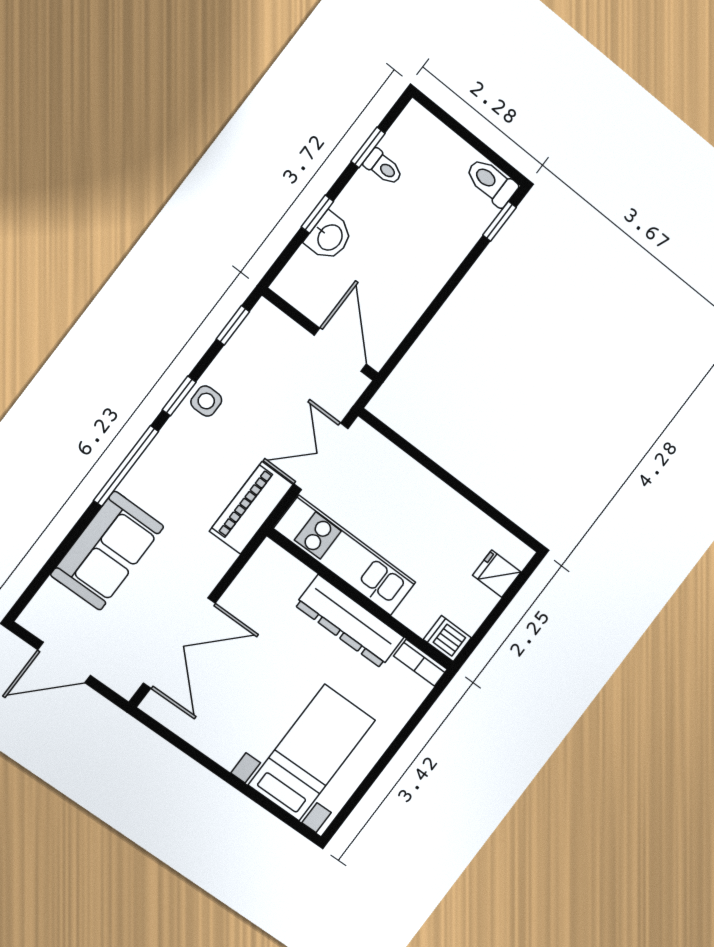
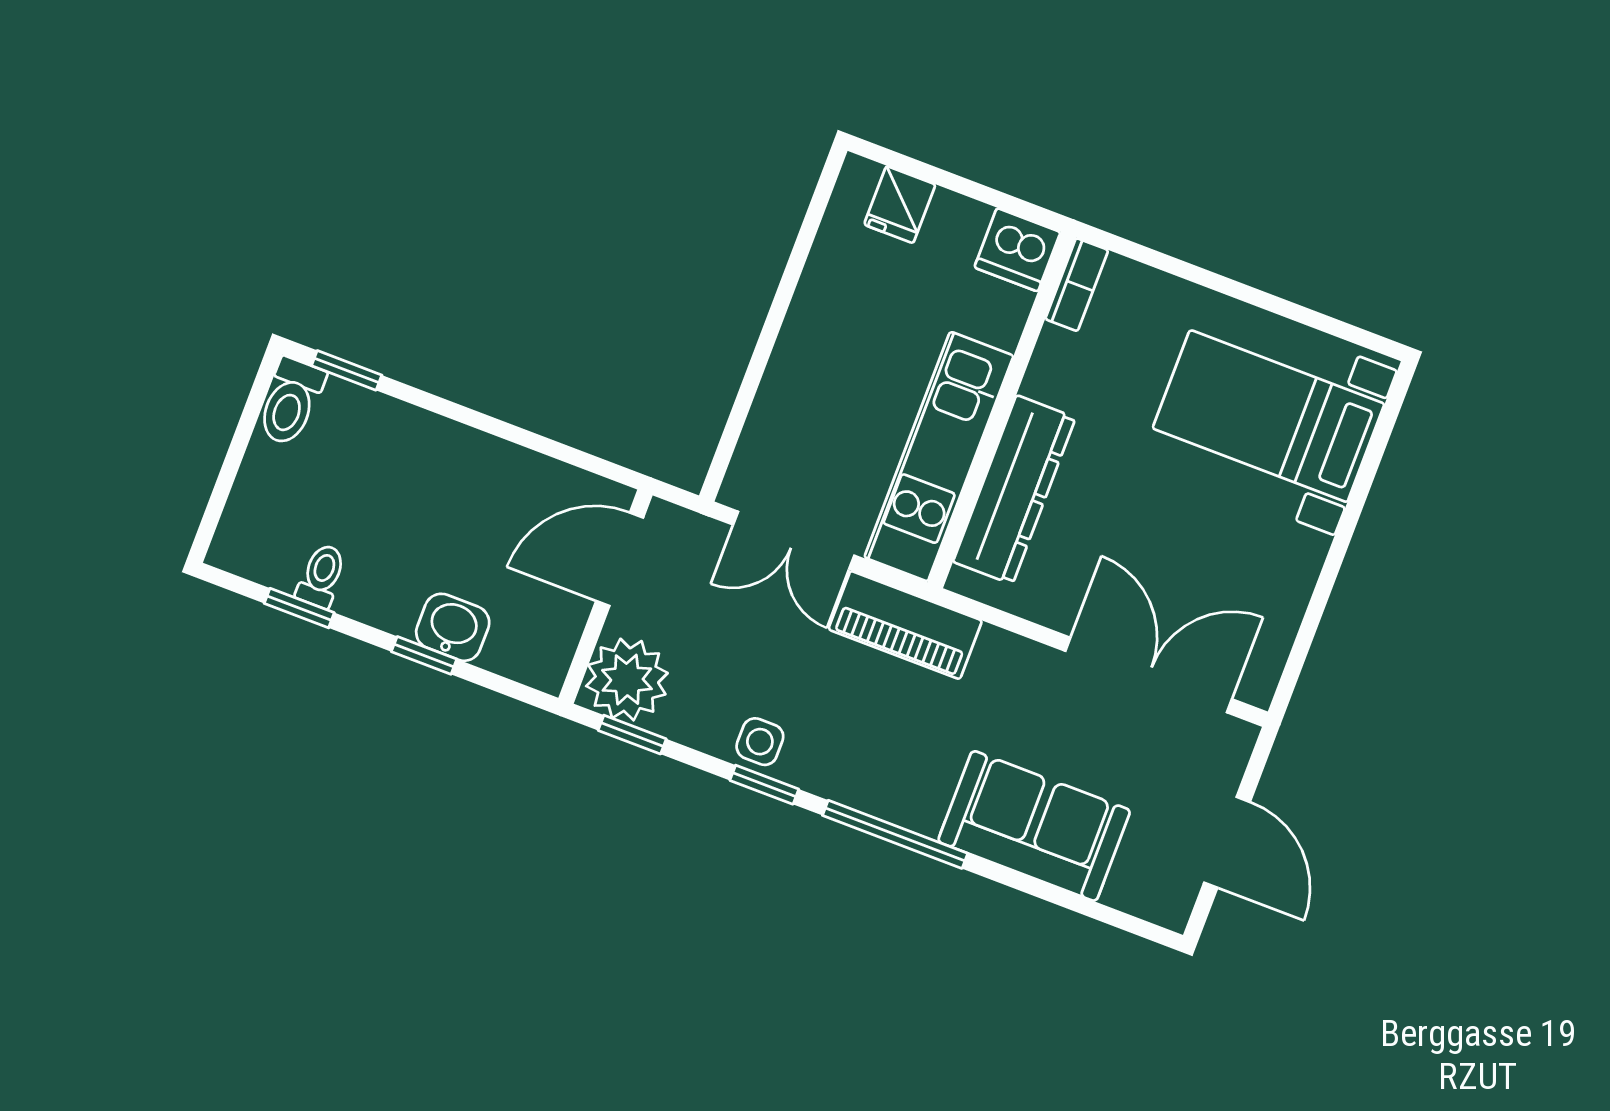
plant: (267, 332) -> (627, 680), added
dresser: (350, 621) -> (1014, 490), moved
dishwasher: (447, 639) -> (1017, 250), width x1.38

